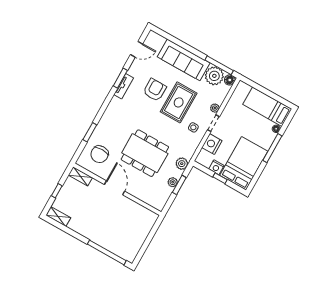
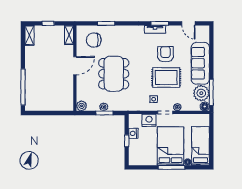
armchair: (155, 90) -> (165, 54), turned -90
bed: (244, 163) -> (171, 146), moved, turned -90
plant: (182, 164) -> (82, 106), moved

